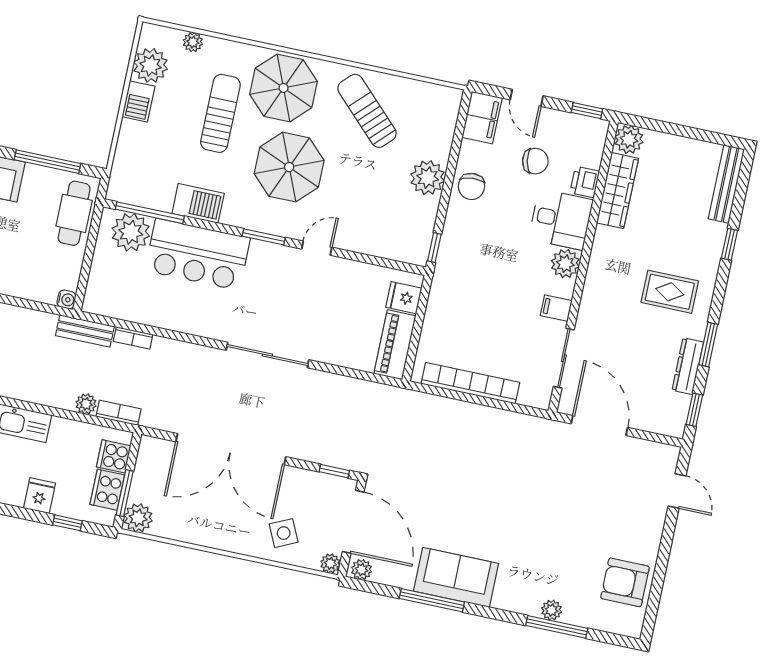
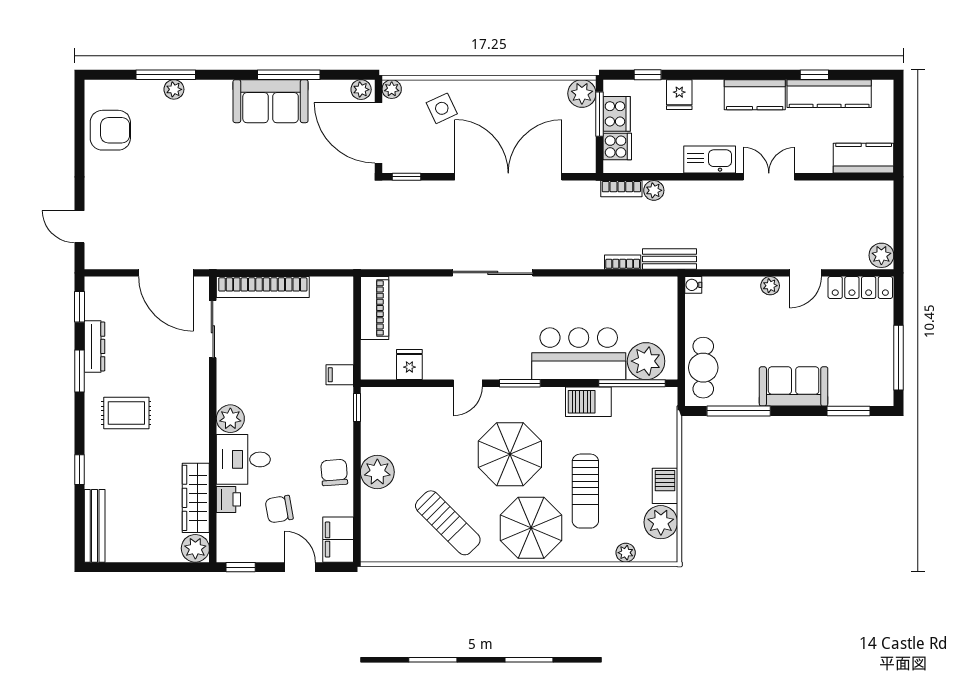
fridge: (404, 298) -> (409, 365), moved, turned -90
filing cabinet: (556, 308) -> (340, 375), moved, turned 180
bookcase: (470, 383) -> (263, 287), moved

